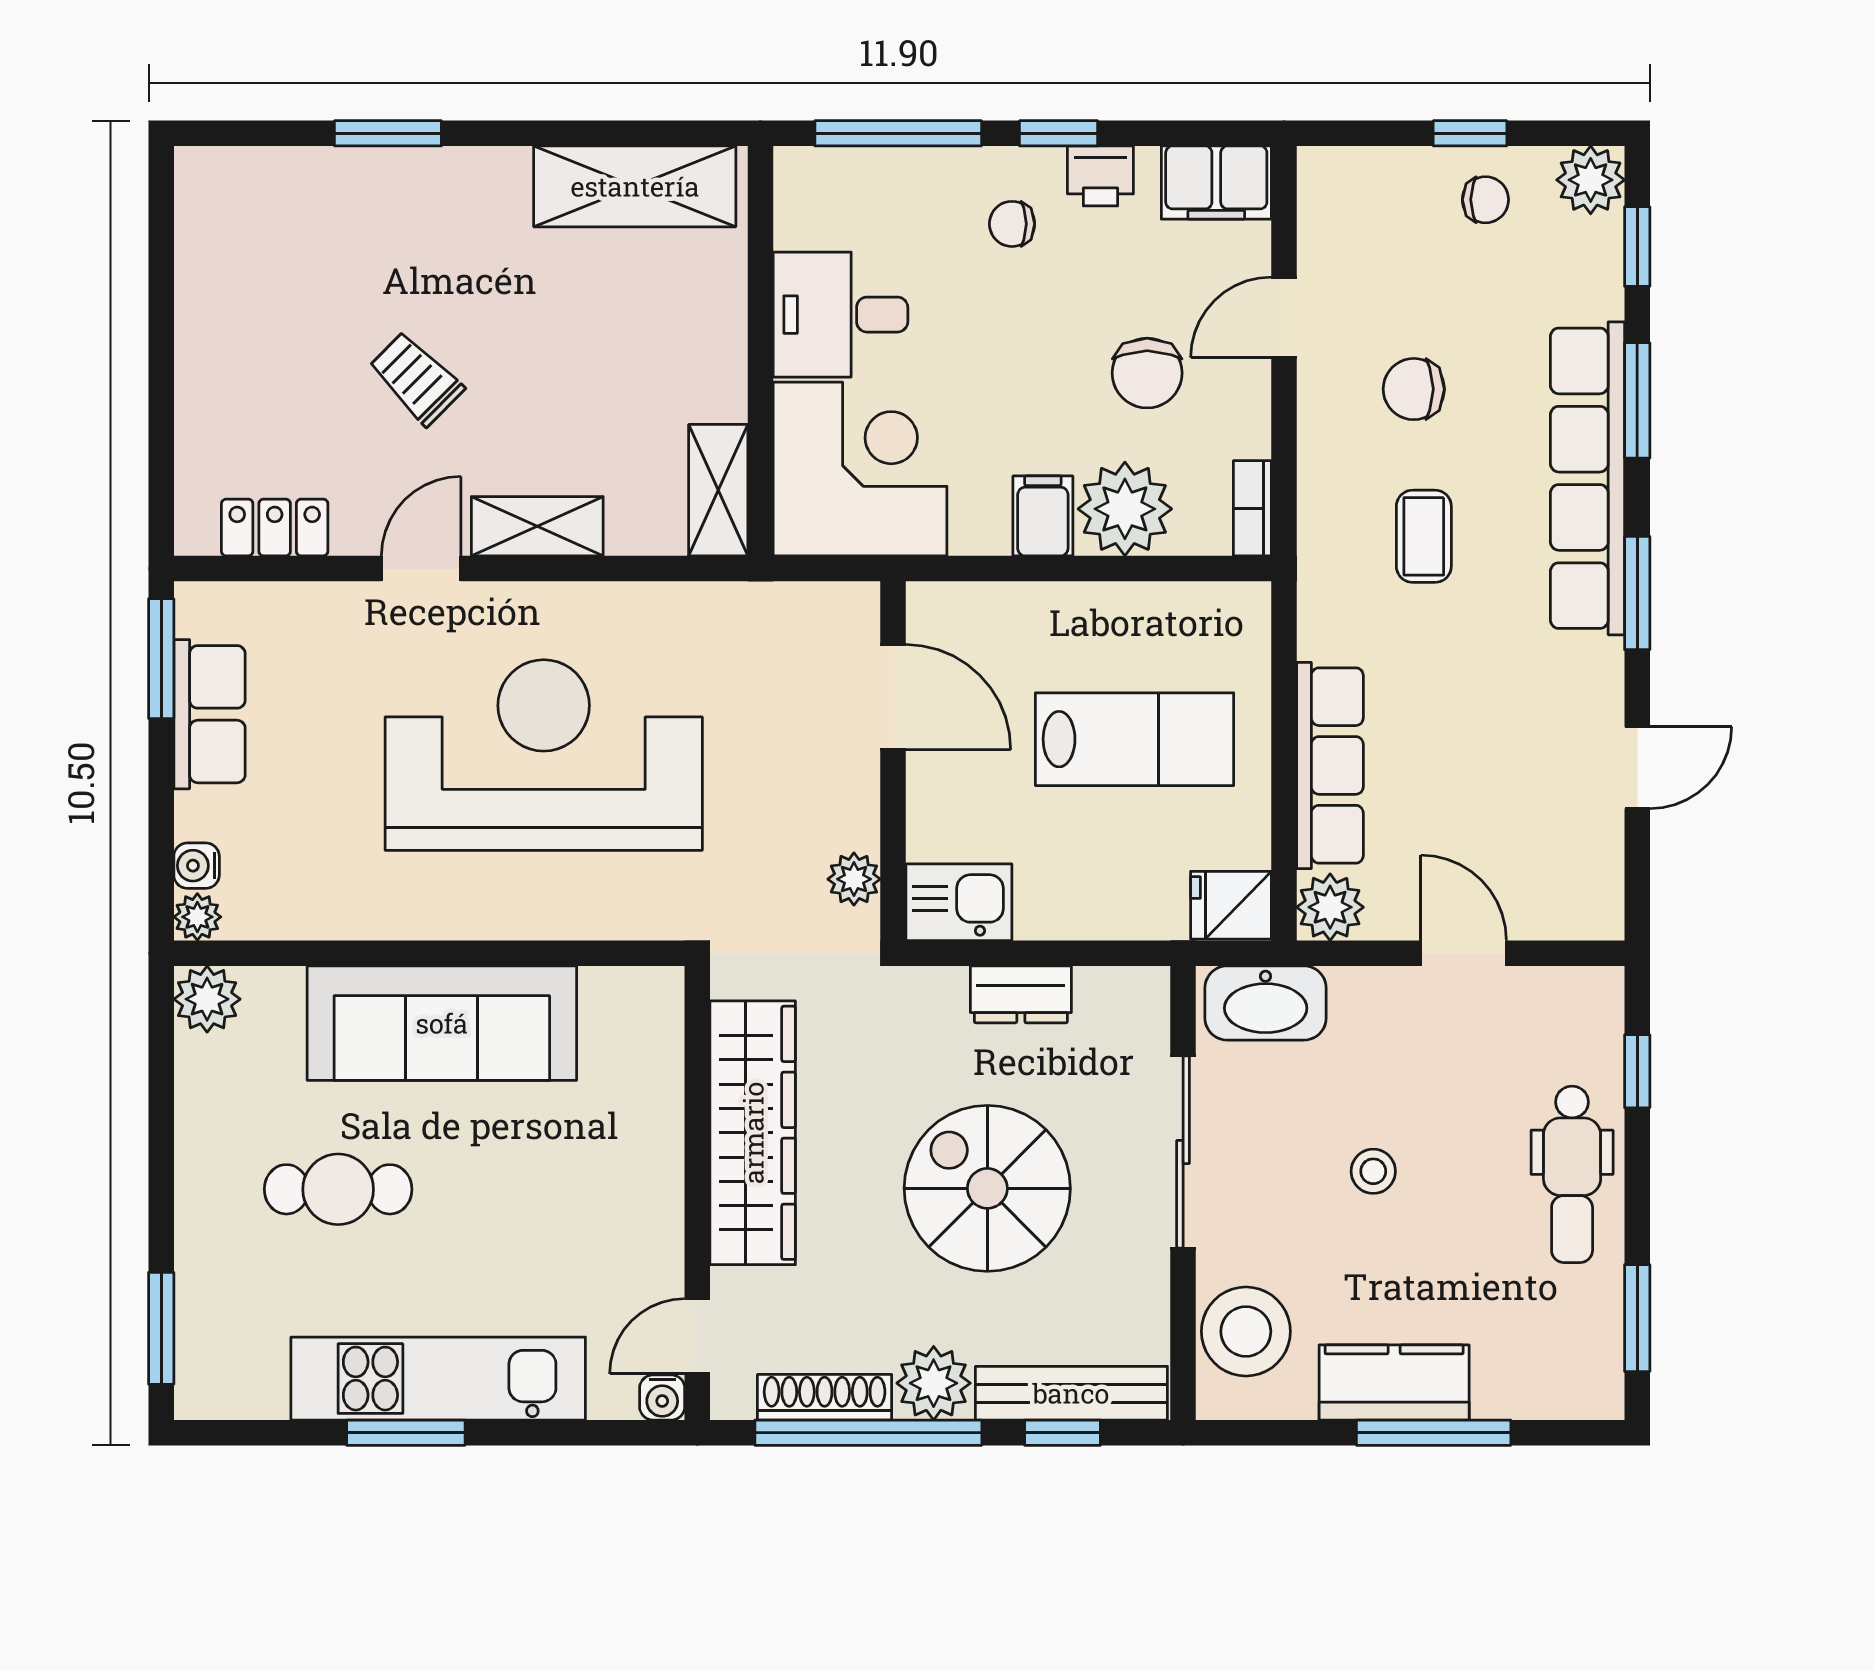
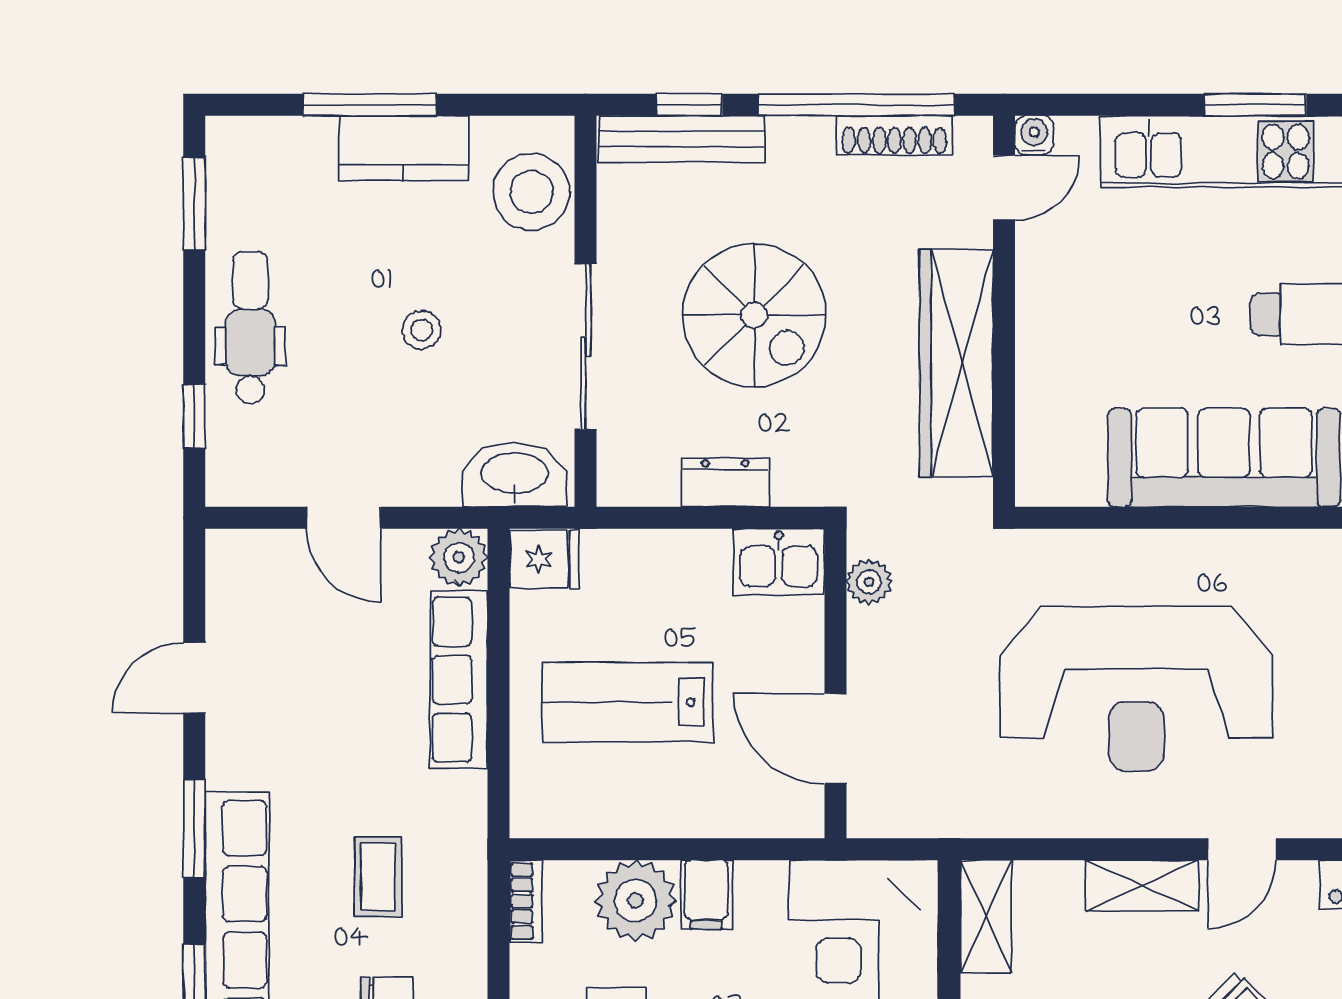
plant: (934, 1383) -> (800, 147), removed

